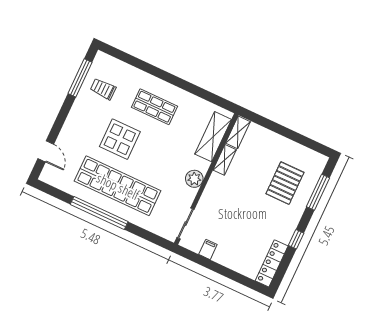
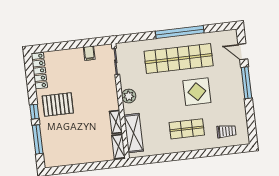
window: (80, 78) -> (246, 83), moved
trolley: (103, 89) -> (226, 131), moved
pallet: (285, 183) -> (58, 104), moved, turned 90
window: (296, 239) -> (34, 112), moved

